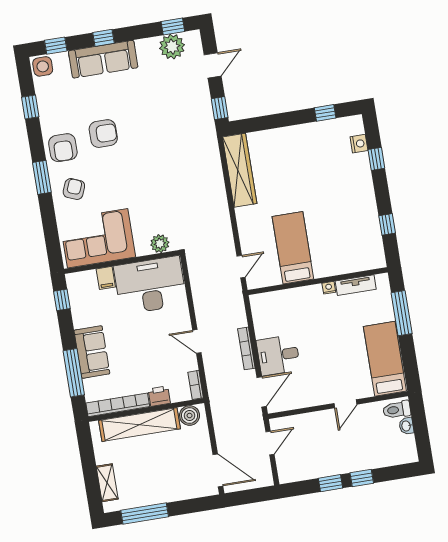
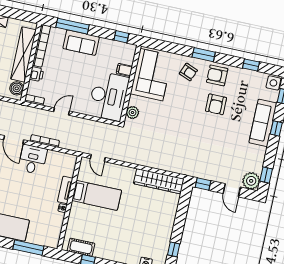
plant: (172, 47) -> (251, 181), moved
cot: (372, 241) -> (81, 247), added
tv unit: (356, 285) -> (65, 190), moved

